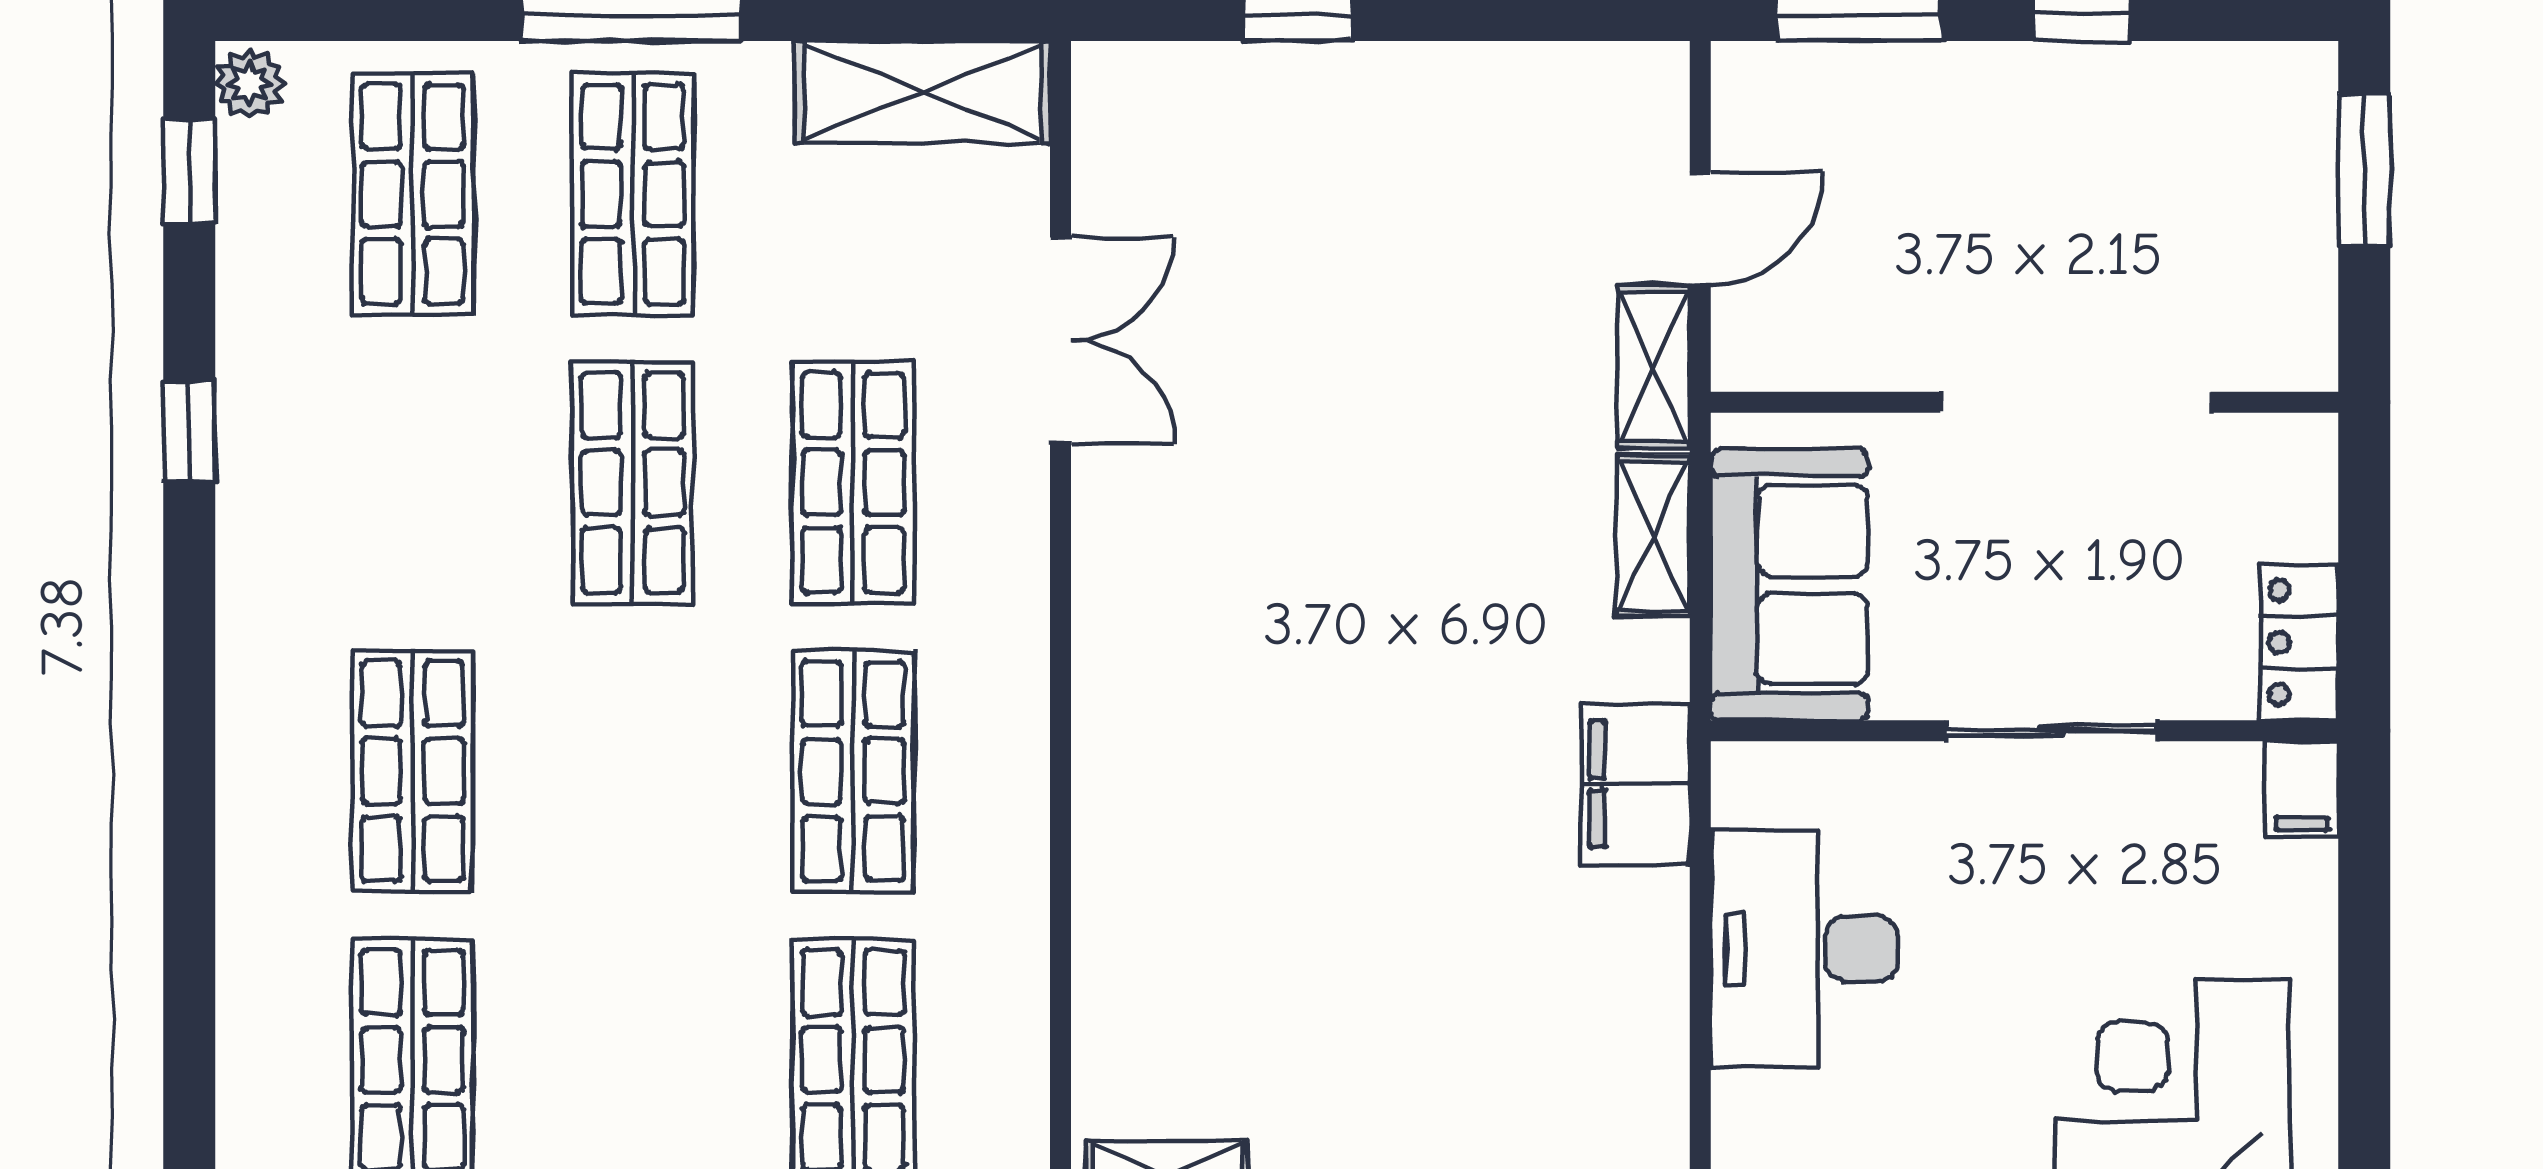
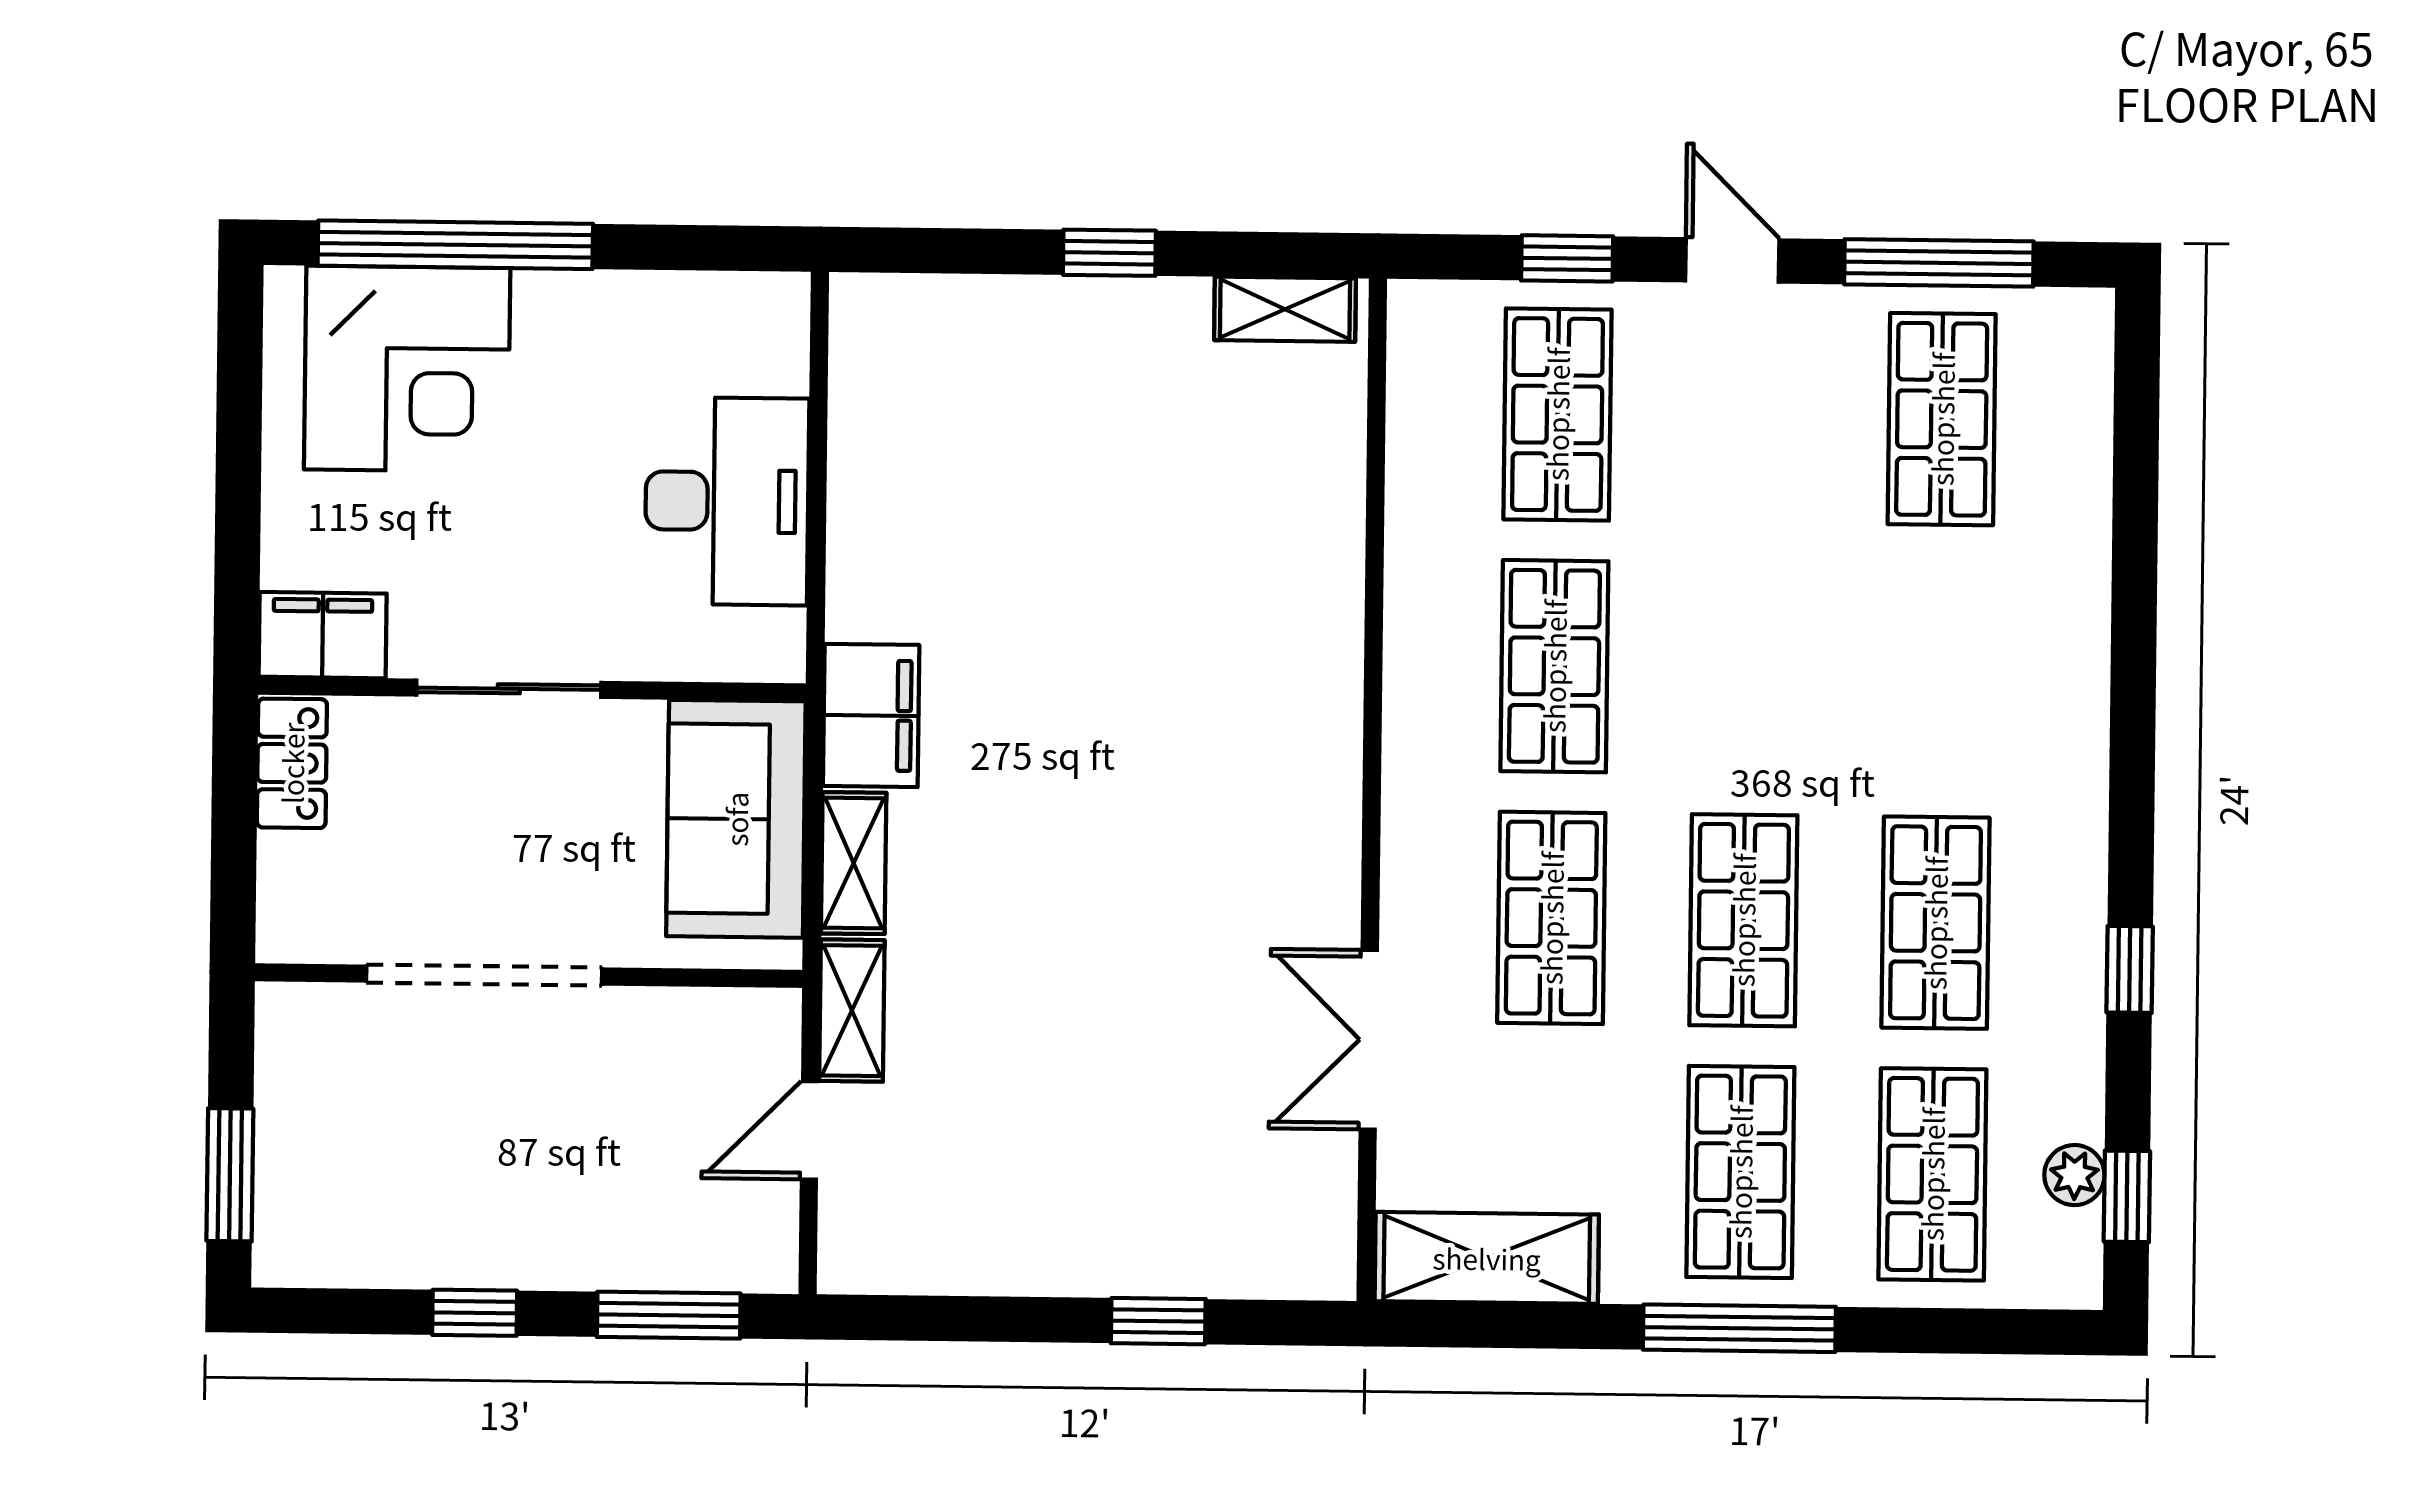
plant: (250, 84) -> (2074, 1175), moved
shop shelf: (412, 771) -> (1935, 923), moved
filing cabinet: (1636, 784) -> (871, 715), moved
filing cabinet: (2302, 790) -> (323, 635), width x2.00

